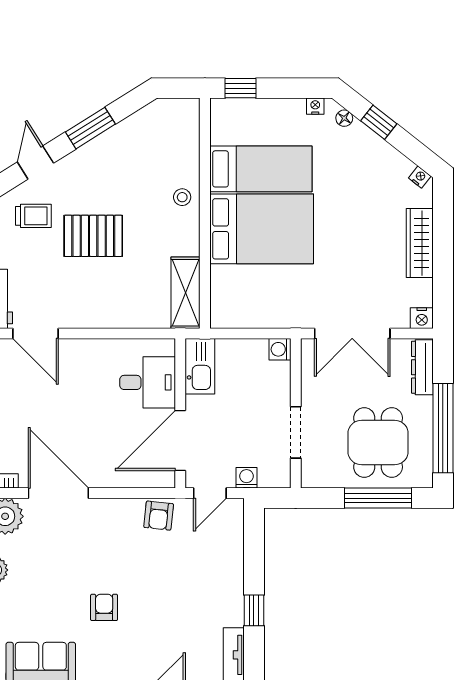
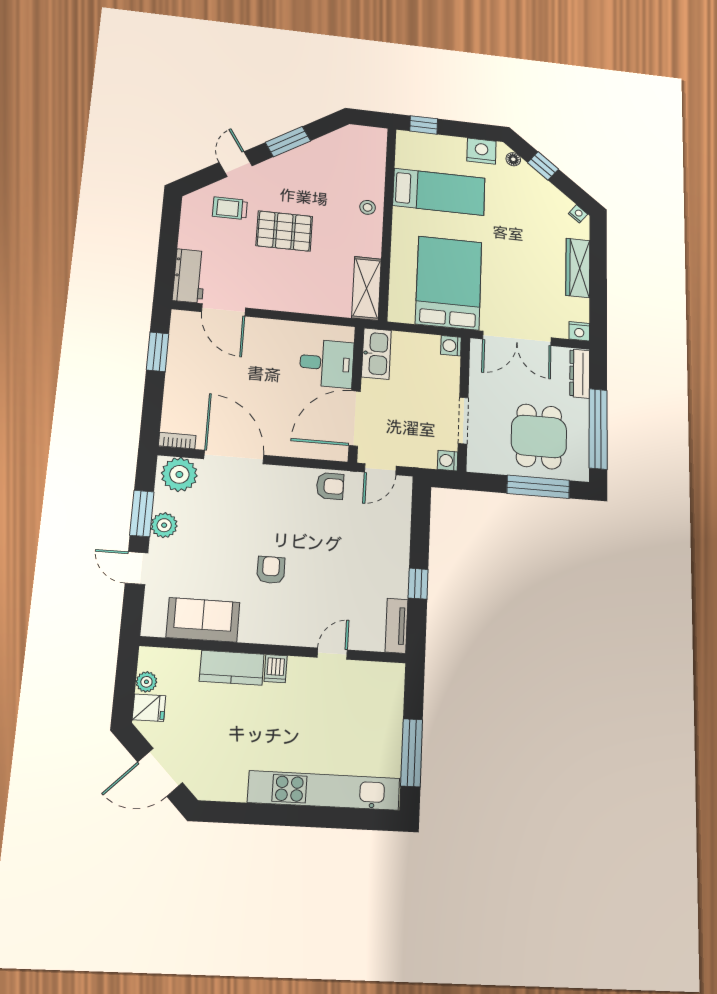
nightstand: (315, 106) -> (481, 151), width x1.89, depth x1.79
trolley: (33, 216) -> (230, 208), turned 180
bed: (262, 229) -> (449, 283), moved, turned -90
washing machine: (247, 478) -> (448, 461), moved, turned -90
armchair: (159, 516) -> (330, 486), turned -96

